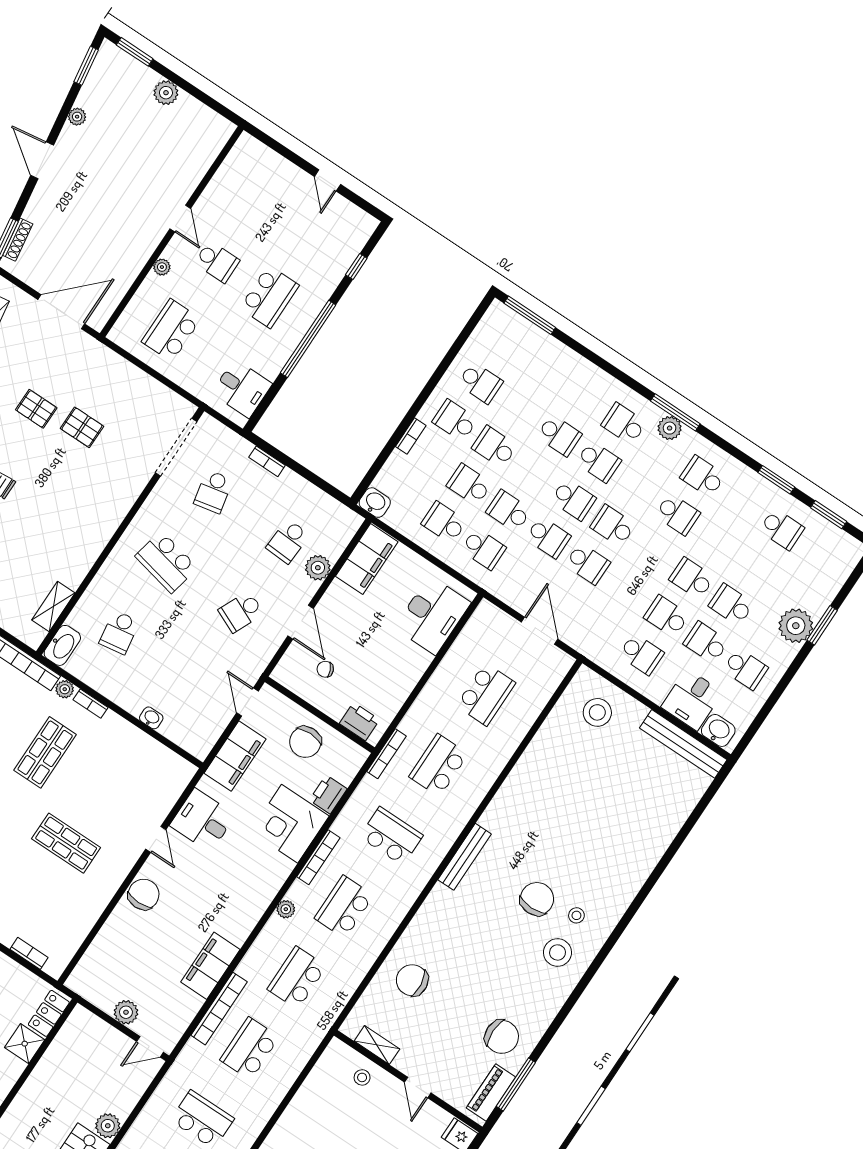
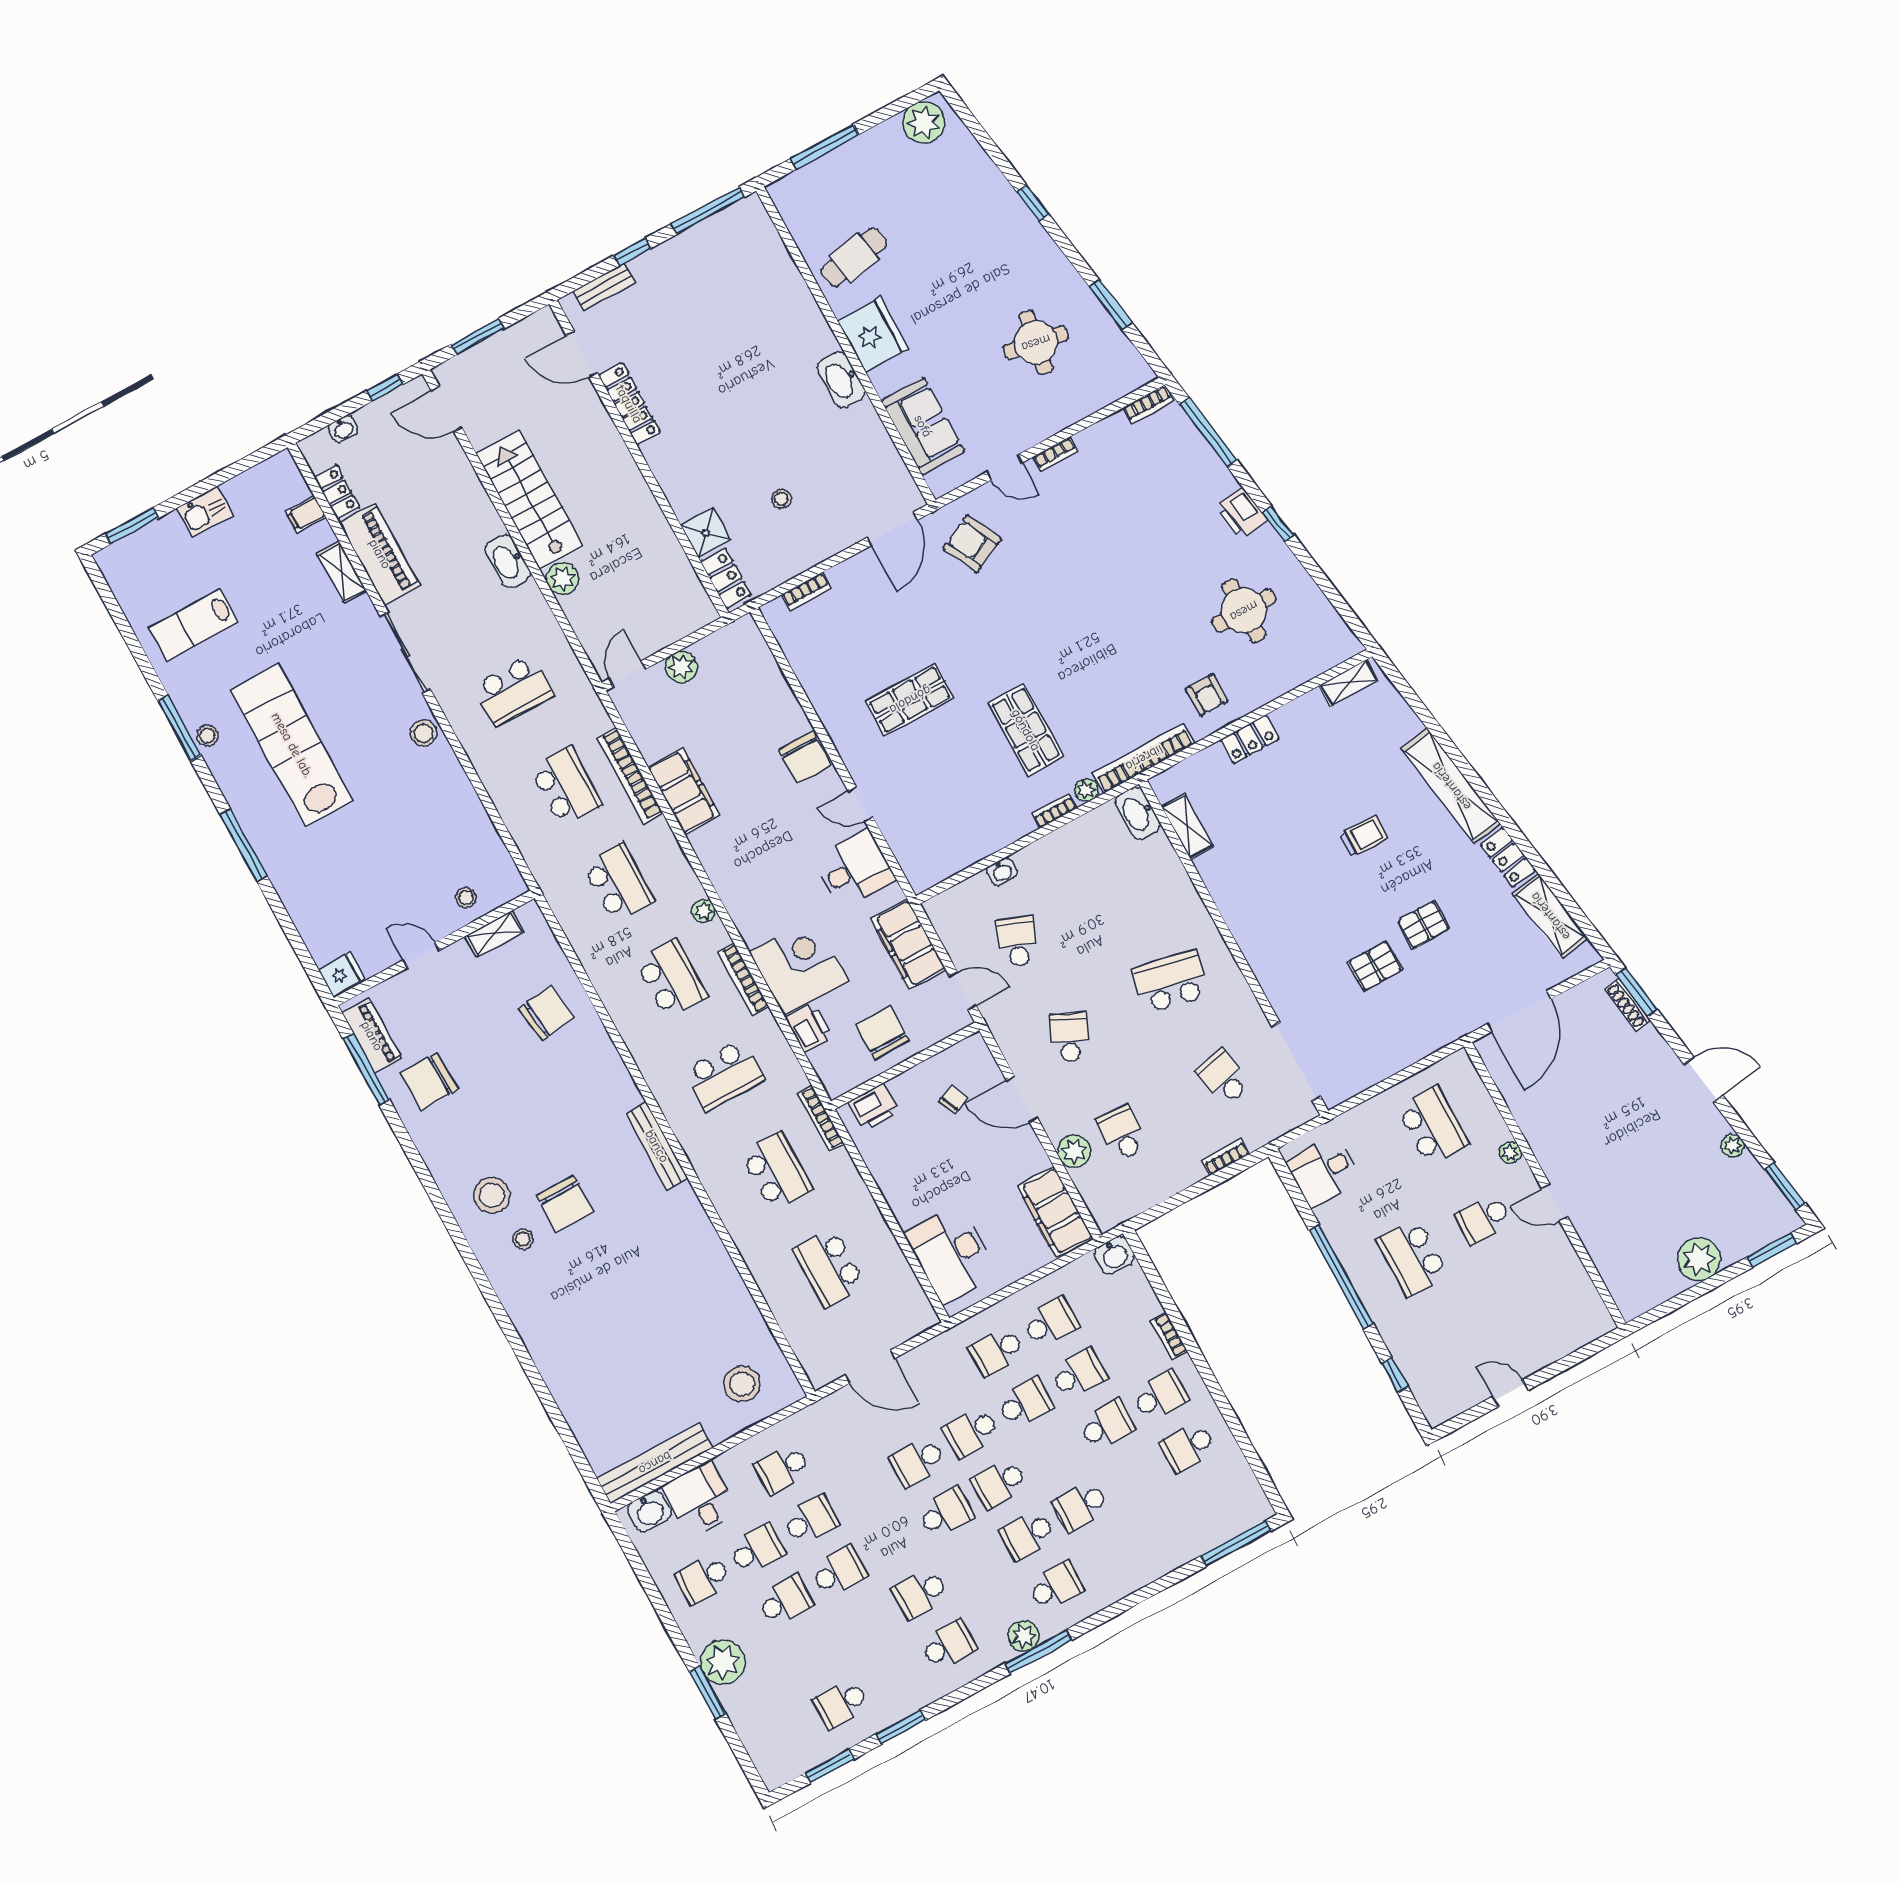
plant: (166, 93) -> (1699, 1259), width x1.36, depth x1.36
school desk: (119, 632) -> (1017, 942), moved, turned 30

